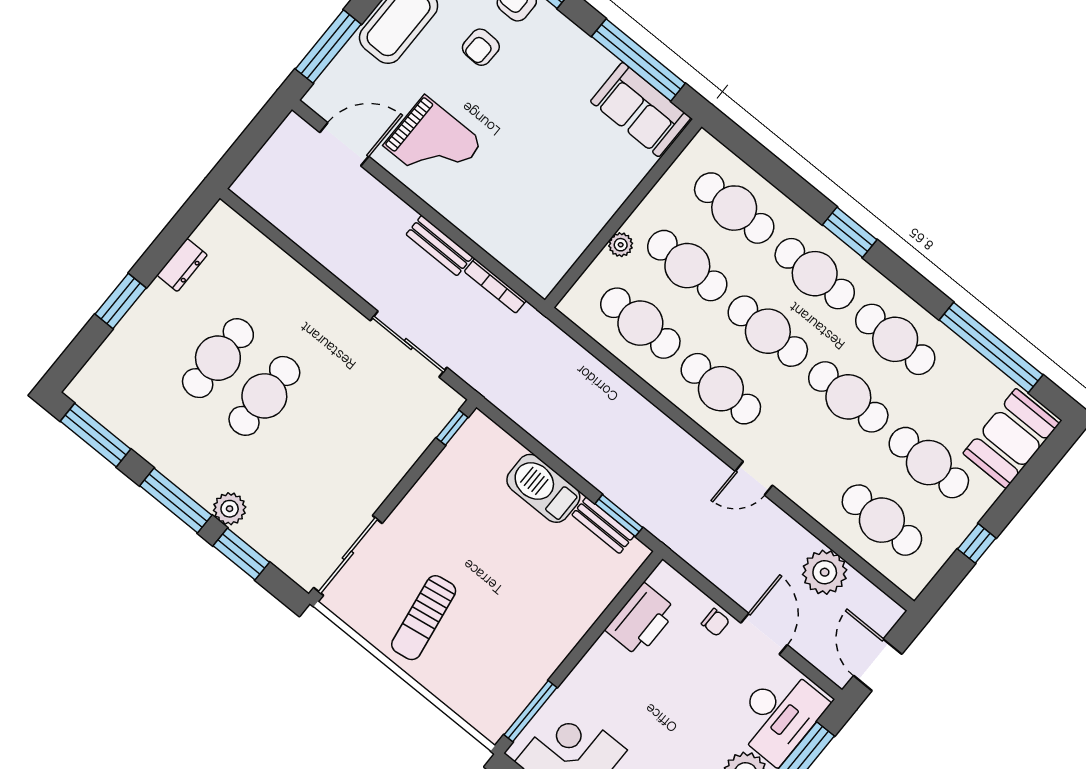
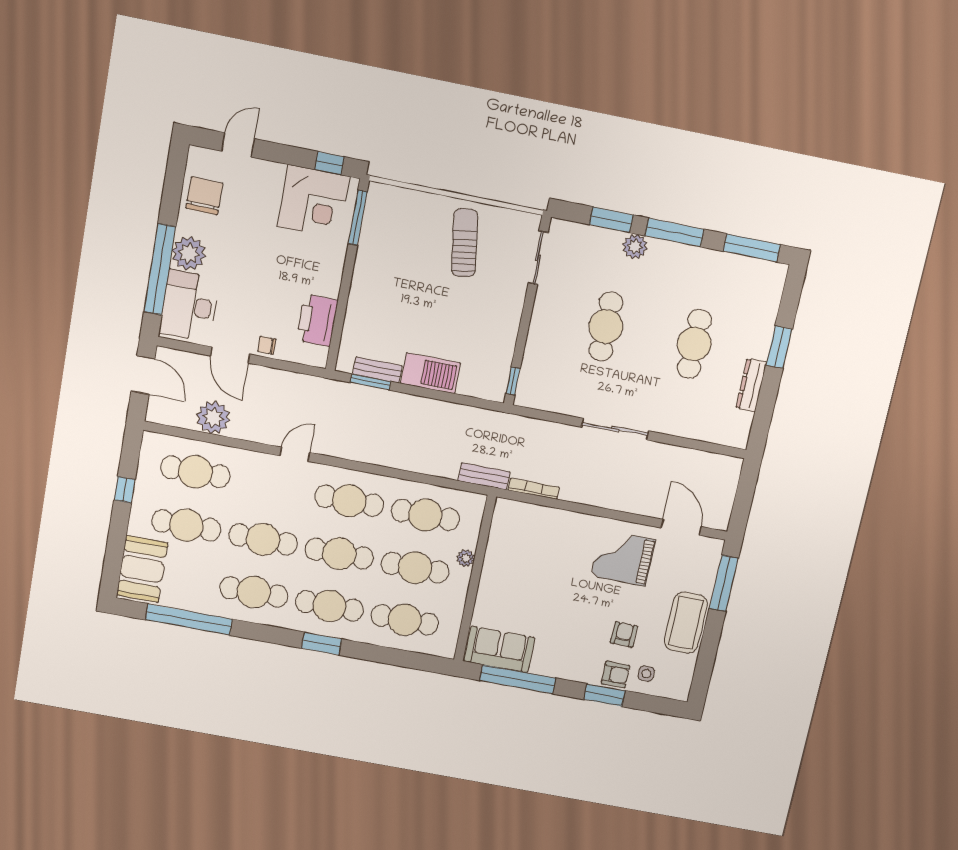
door: (344, 144) -> (681, 527), swing flipped
bench: (439, 246) -> (484, 476), moved
dresser: (182, 265) -> (751, 385), width x1.44
sliding door: (409, 344) -> (615, 429), moved
cafe table: (264, 396) -> (606, 327), moved
sliding door: (348, 555) -> (538, 258), width x0.73

